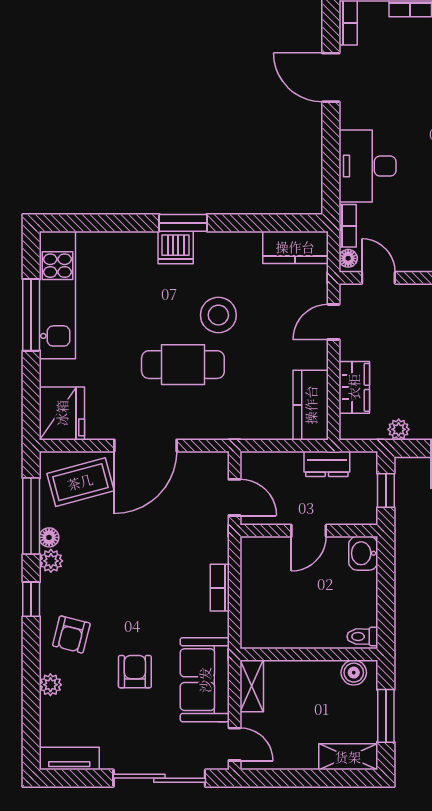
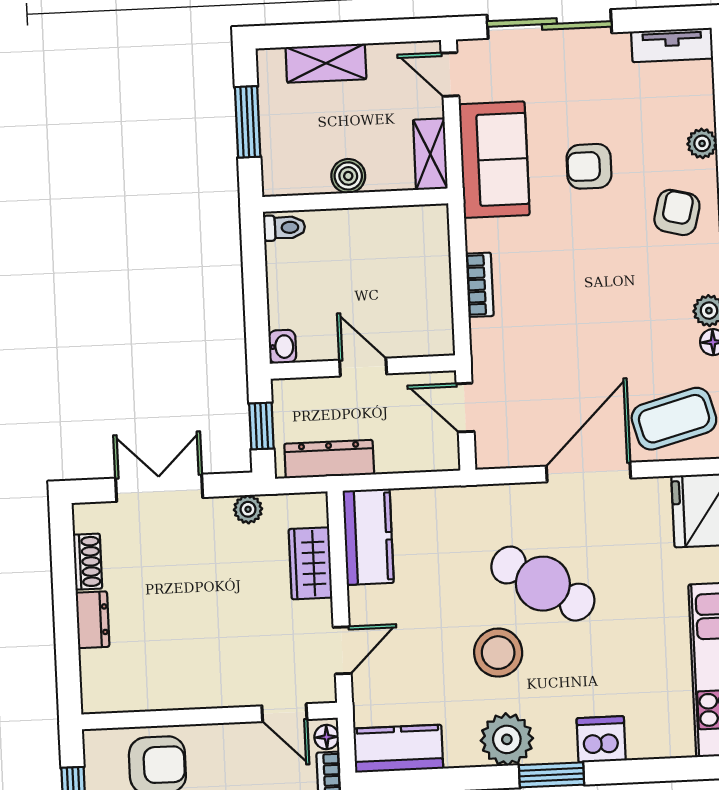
dishwasher: (176, 247) -> (601, 739), moved
plant: (215, 251) -> (507, 739), added
cafe table: (183, 365) -> (543, 584), turned 31
dresser: (327, 464) -> (329, 459), width x1.44
door: (309, 531) -> (363, 367), hinge flipped
washbasin: (363, 553) -> (282, 347), width x0.72, depth x0.69
armchair: (135, 672) -> (589, 166), turned 90
boiler: (354, 673) -> (348, 176), moved
shelving: (348, 757) -> (326, 63), moved

